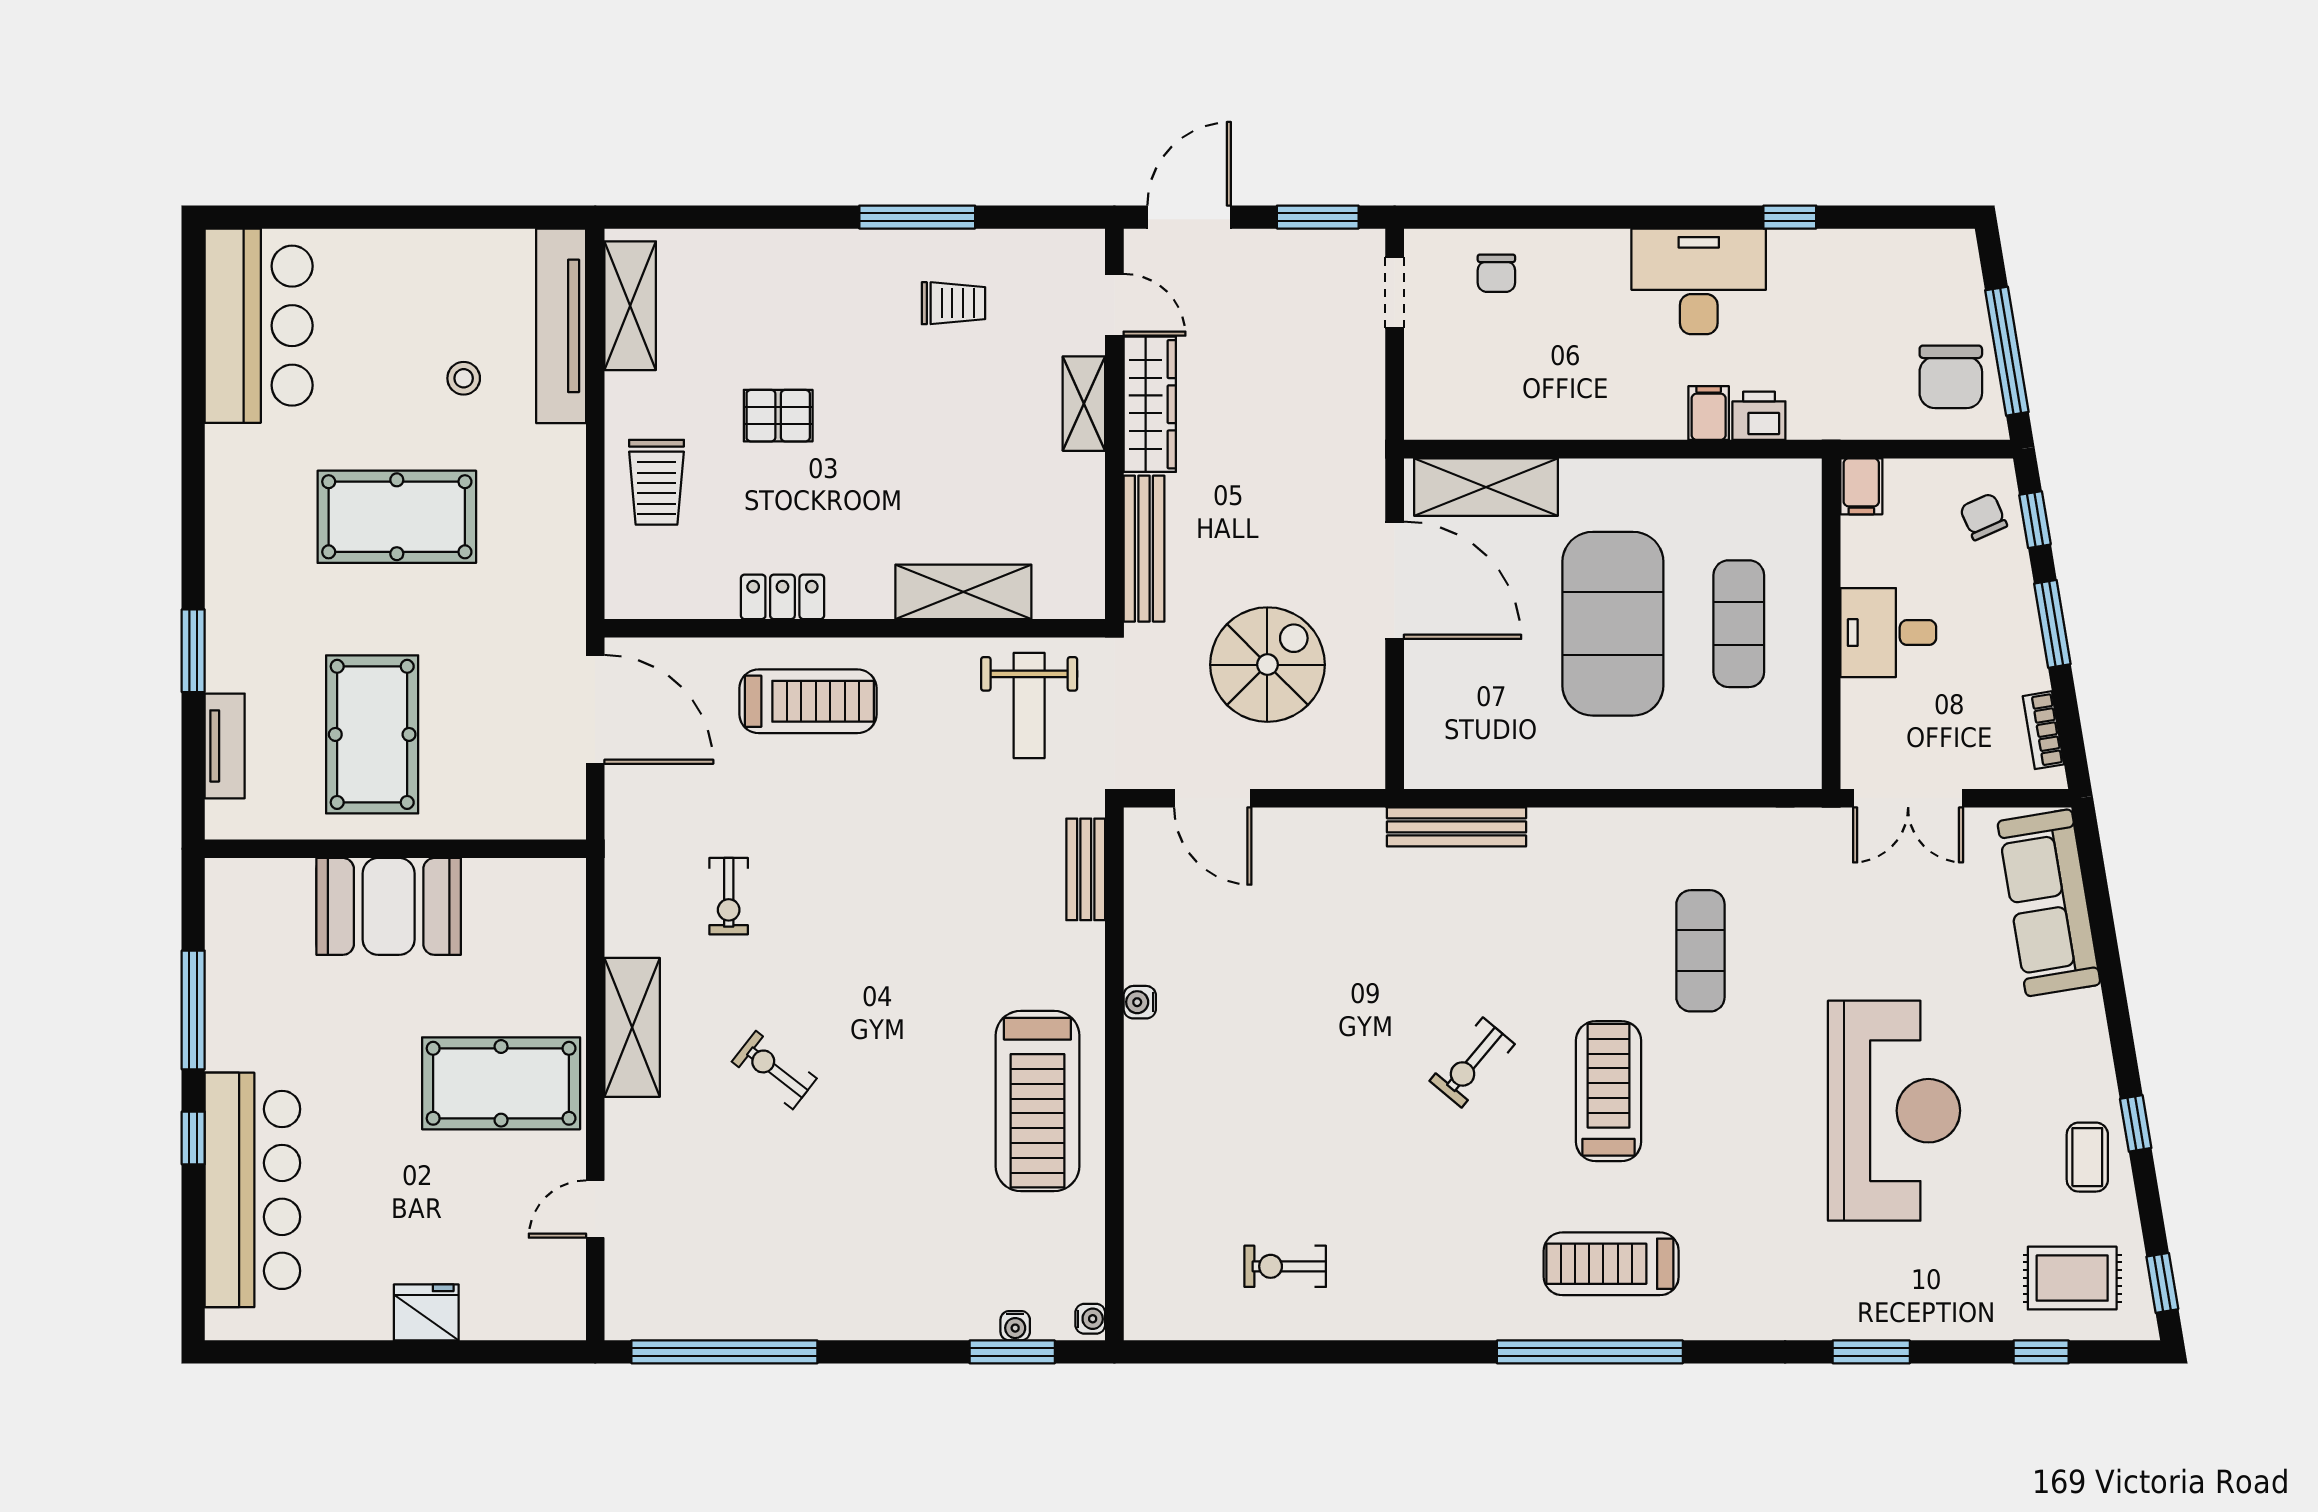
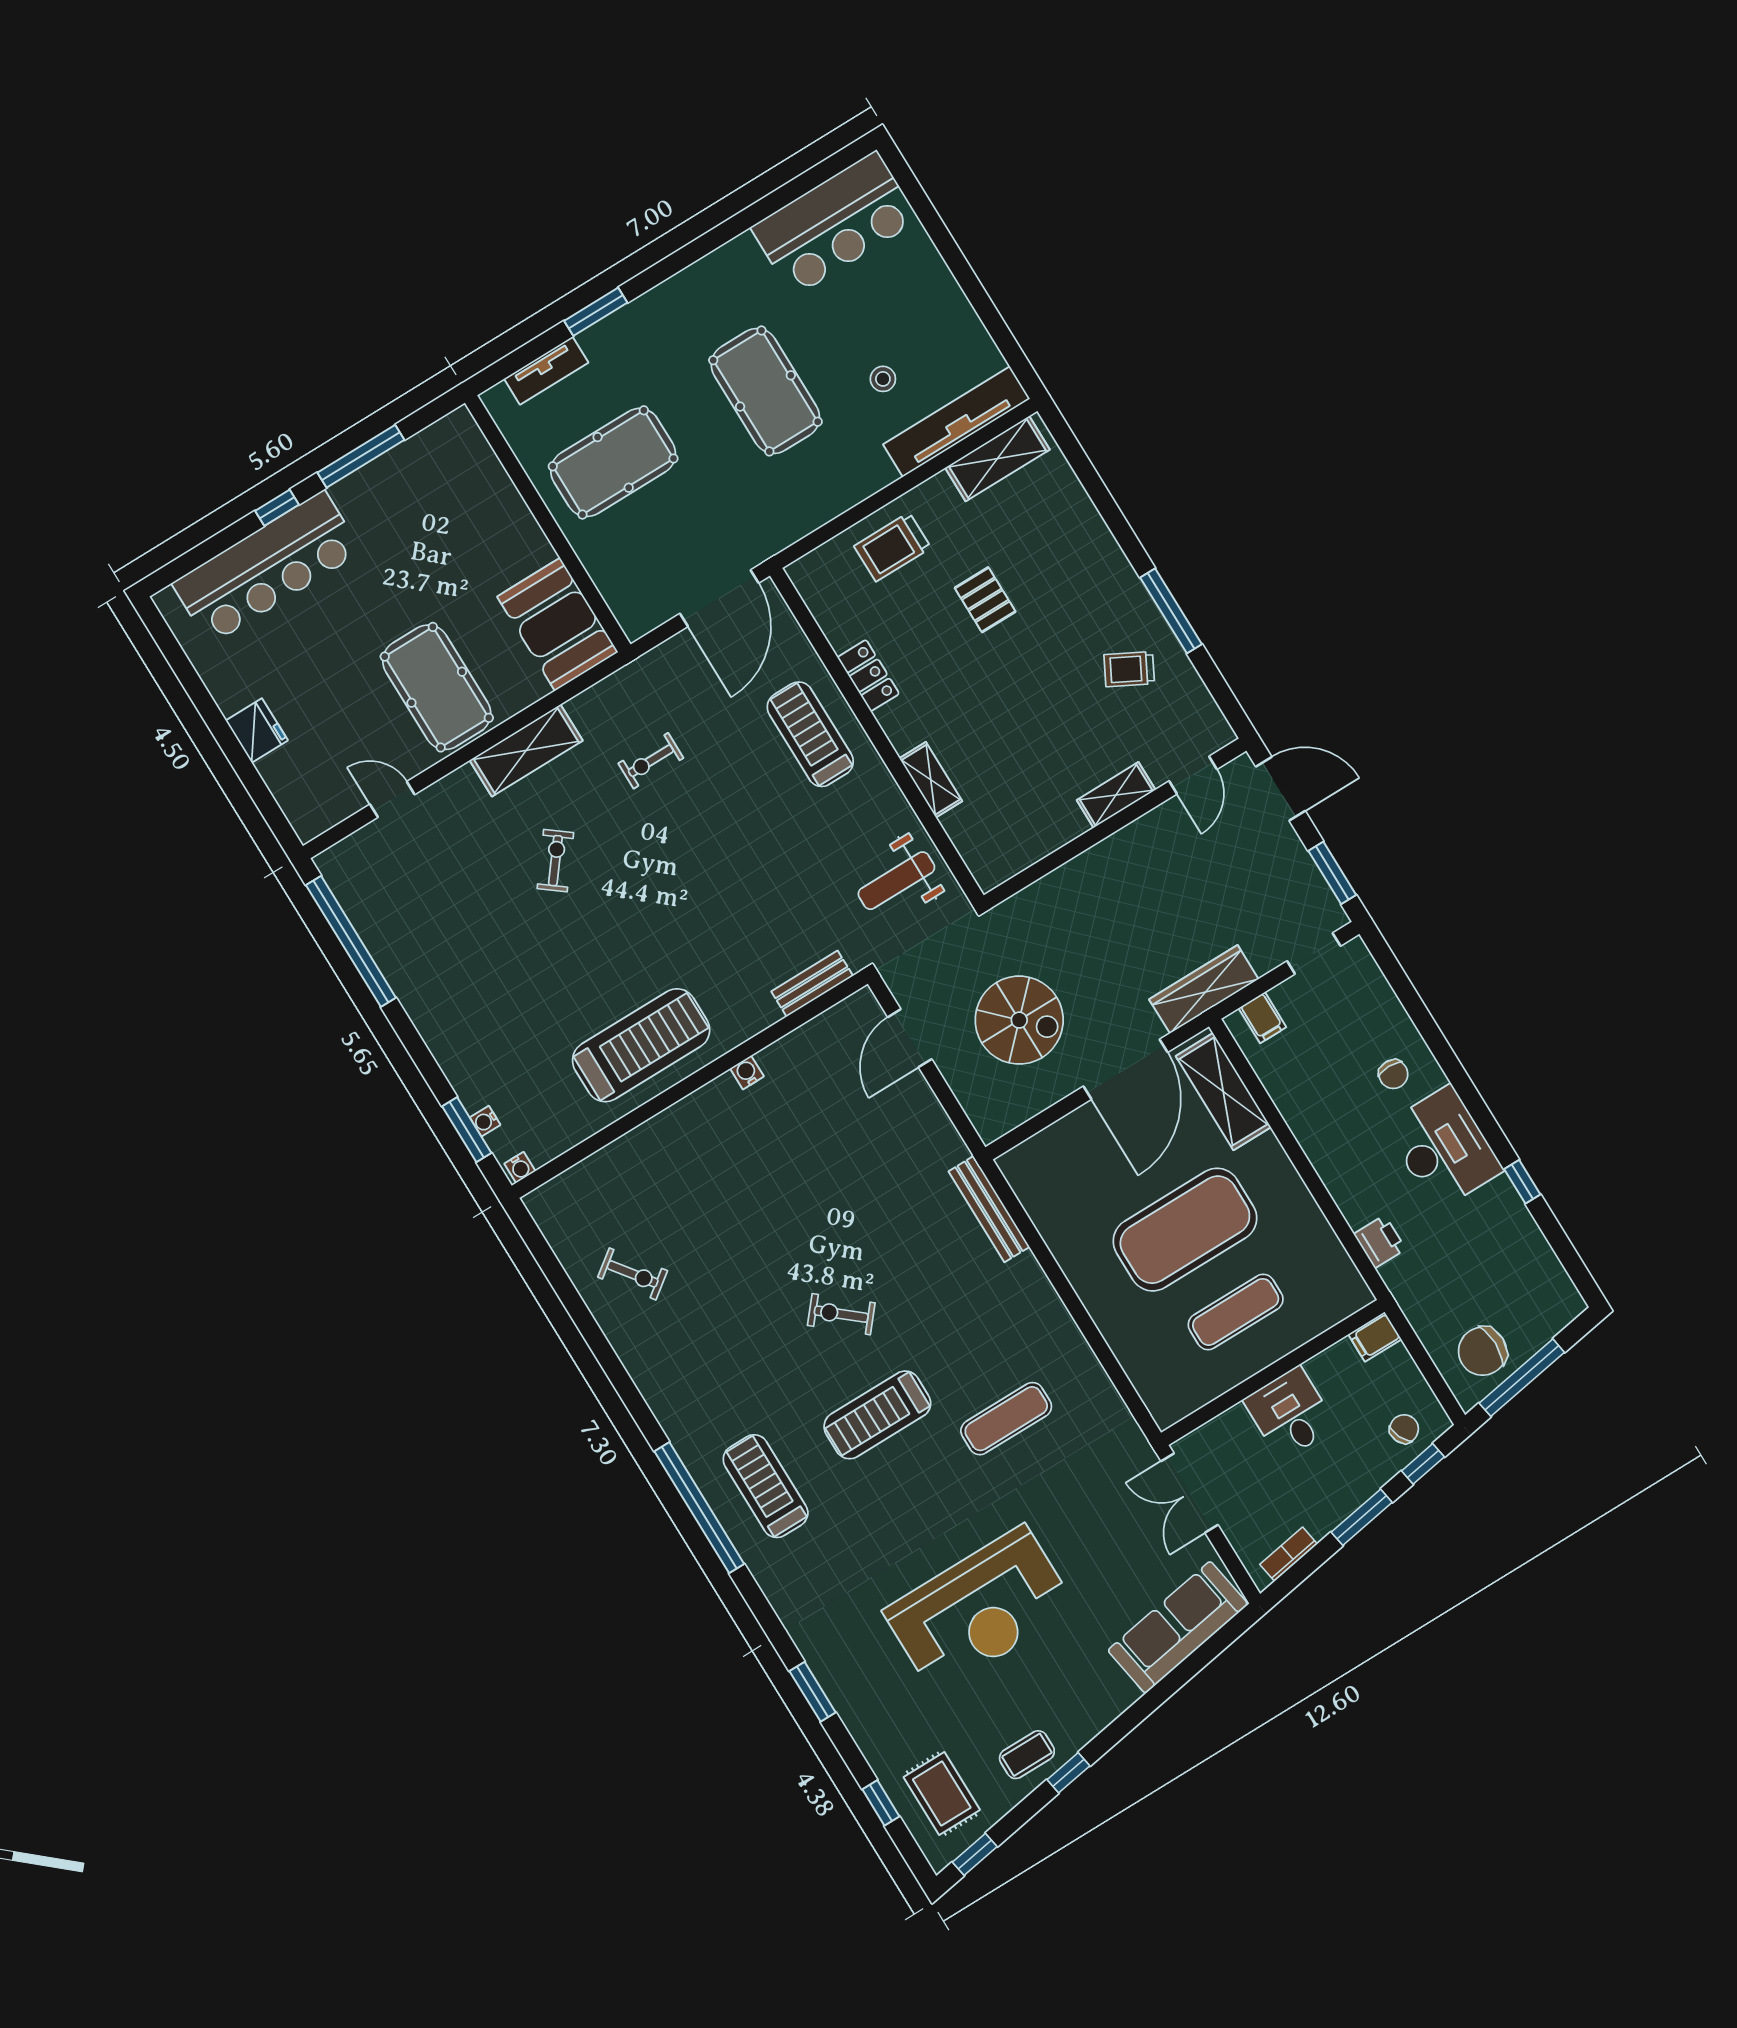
chair: (1496, 273) -> (1393, 1074), moved, turned -90
trolley: (953, 303) -> (1129, 669), turned 118
wardrobe: (1150, 404) -> (1204, 989), moved, turned 180
filing cabinet: (1709, 413) -> (1262, 1018), moved, turned 90
bench: (1144, 549) -> (1045, 893), removed
shelving: (963, 592) -> (931, 780), width x0.67, depth x0.75
treadmill: (808, 701) -> (810, 734), turned 180
booth: (389, 906) -> (558, 624), moved
treadmill: (1609, 1091) -> (877, 1415), turned 180
treadmill: (1037, 1101) -> (641, 1045), turned 180
exercise bike: (1285, 1266) -> (633, 1274), turned 143

